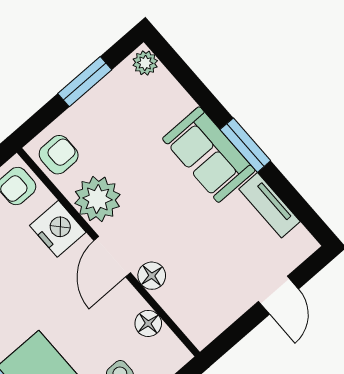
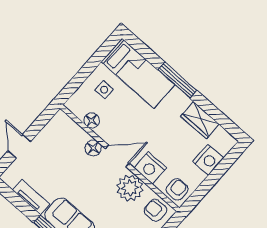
armchair: (59, 155) -> (155, 210), turned 90
door: (112, 257) -> (117, 156), hinge flipped

